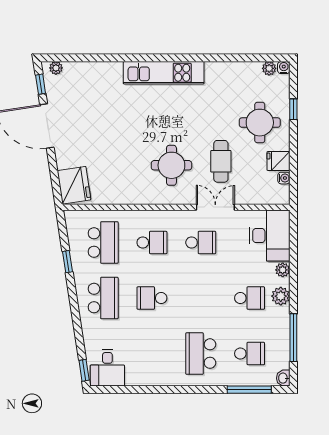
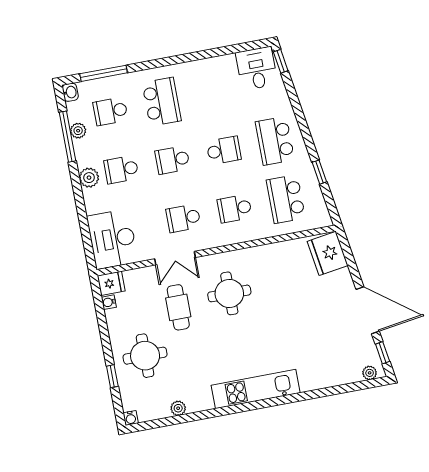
plant: (269, 68) -> (178, 408), moved
fridge: (279, 161) -> (111, 283), moved
plant: (283, 270) -> (78, 131), moved
school desk: (201, 298) -> (173, 160), added

